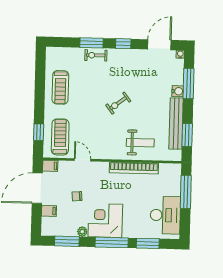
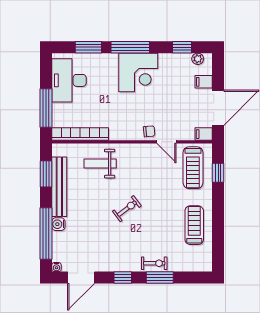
window: (189, 83) -> (46, 234), width x1.46
bookcase: (134, 168) -> (80, 134), moved
chair: (77, 196) -> (149, 131), moved
plant: (82, 232) -> (198, 59), moved
window: (67, 241) -> (182, 47), width x0.67

